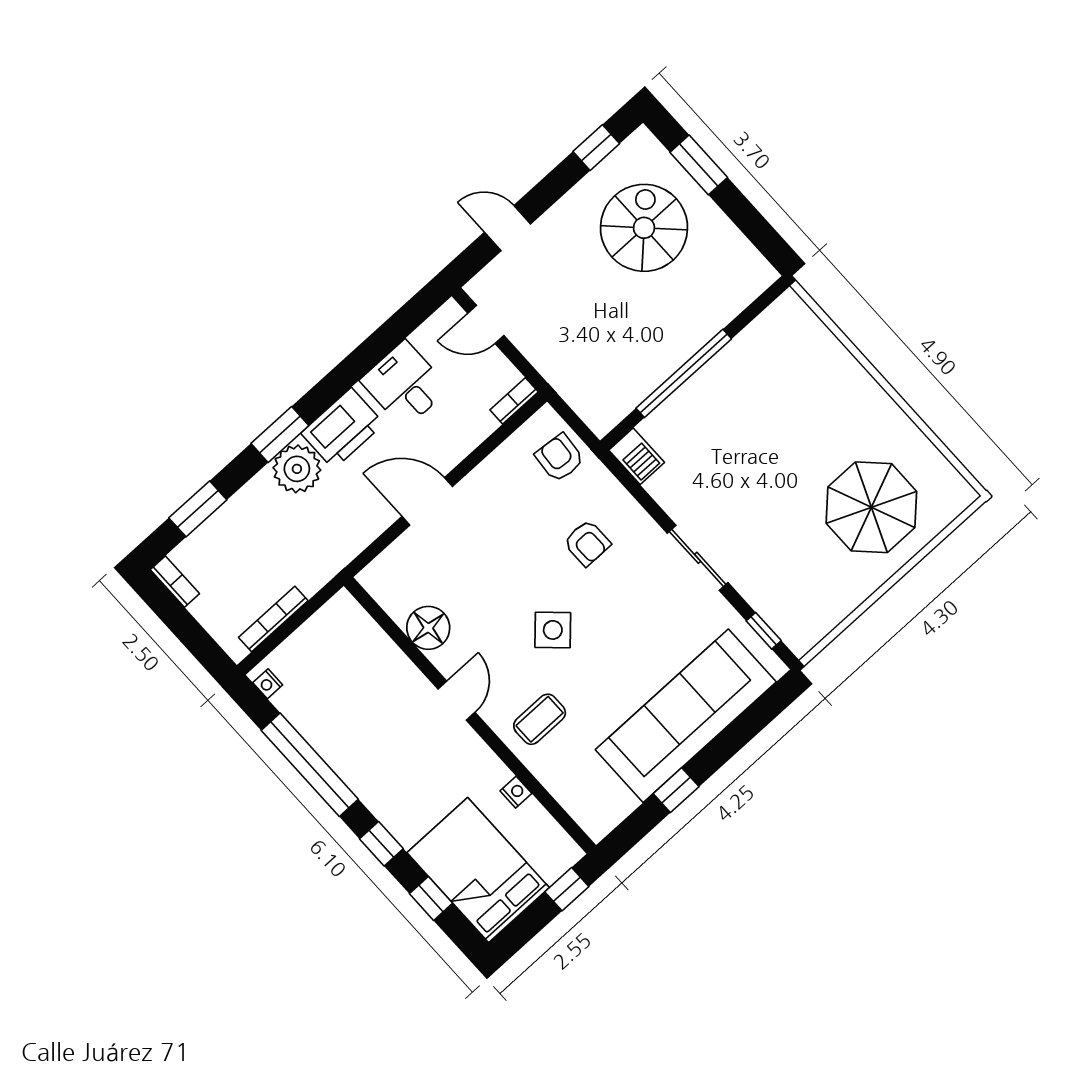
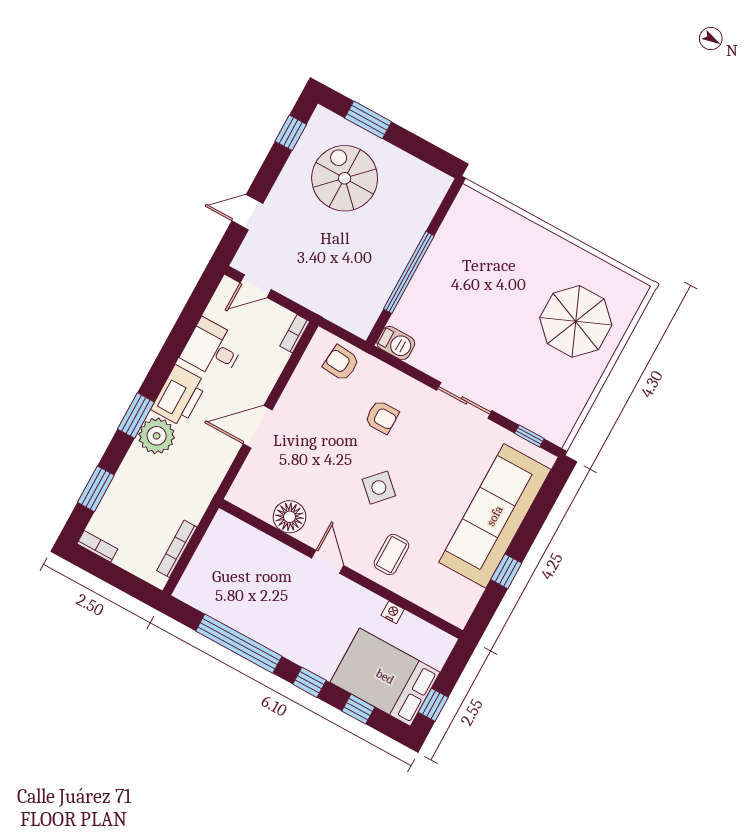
nightstand: (268, 684) -> (189, 596), removed
window: (567, 889) -> (433, 705), moved

